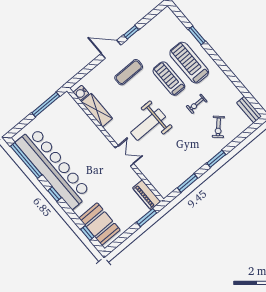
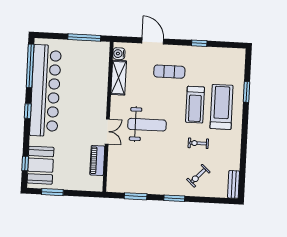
door: (111, 49) -> (153, 41), moved
treadmill: (169, 79) -> (195, 105), turned 180
weight bench: (148, 125) -> (147, 125), turned 180
piano: (147, 195) -> (97, 160), moved
window: (147, 218) -> (52, 192), moved

